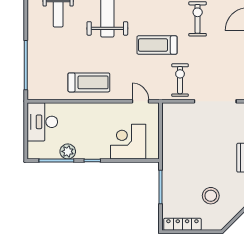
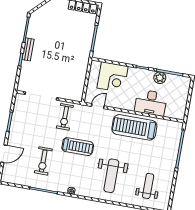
treadmill: (89, 82) -> (134, 127), width x1.37, depth x1.38
door: (140, 101) -> (98, 106), swing flipped
desk: (42, 122) -> (151, 103), moved, turned 90
stool: (211, 196) -> (57, 25), removed

